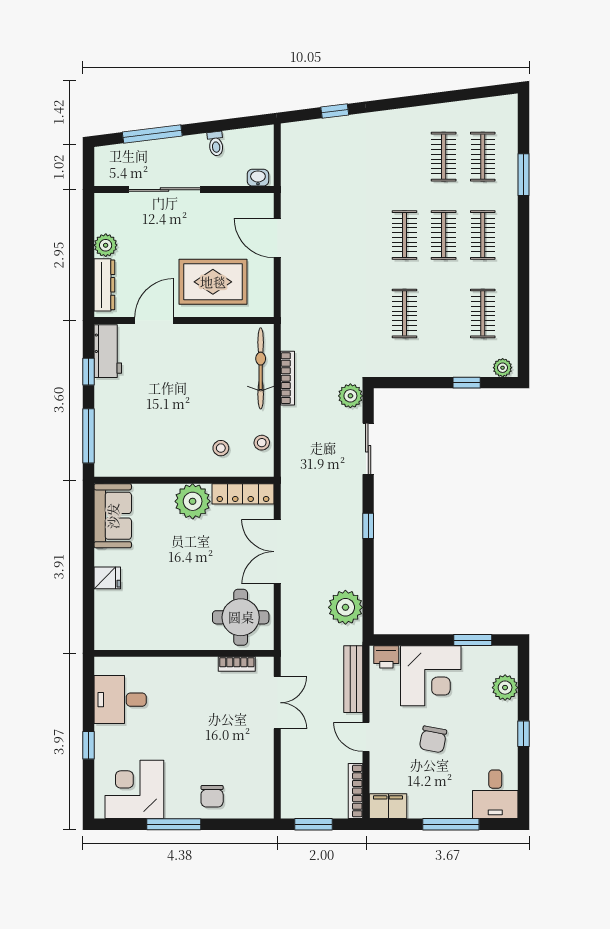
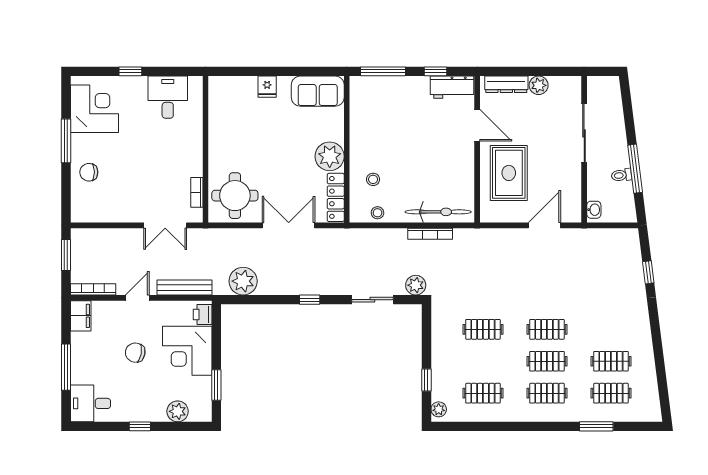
window: (152, 134) -> (635, 169), moved

